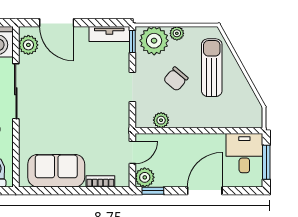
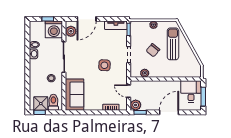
door: (57, 23) -> (87, 19), hinge flipped
plant: (154, 41) -> (141, 29), removed
side table: (89, 106) -> (104, 65), added
door: (132, 152) -> (129, 91), swing flipped
sofa: (56, 171) -> (75, 95), moved, turned 90

